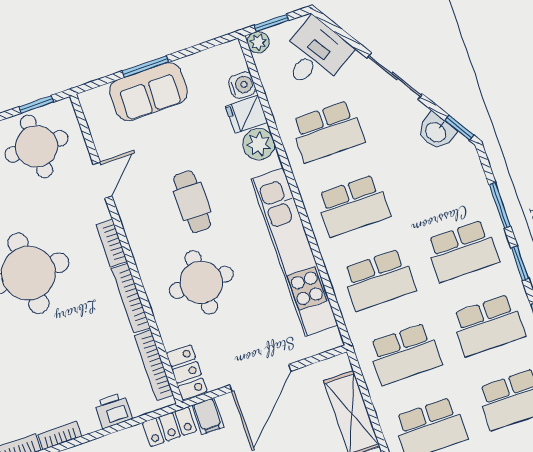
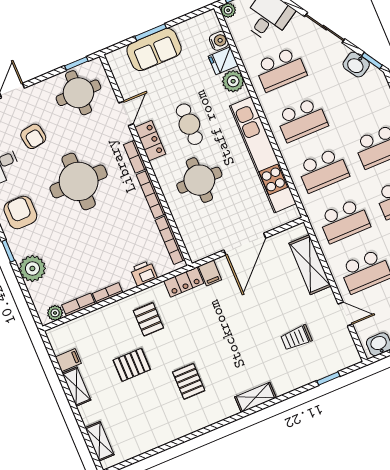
locker: (187, 372) -> (150, 141), moved

